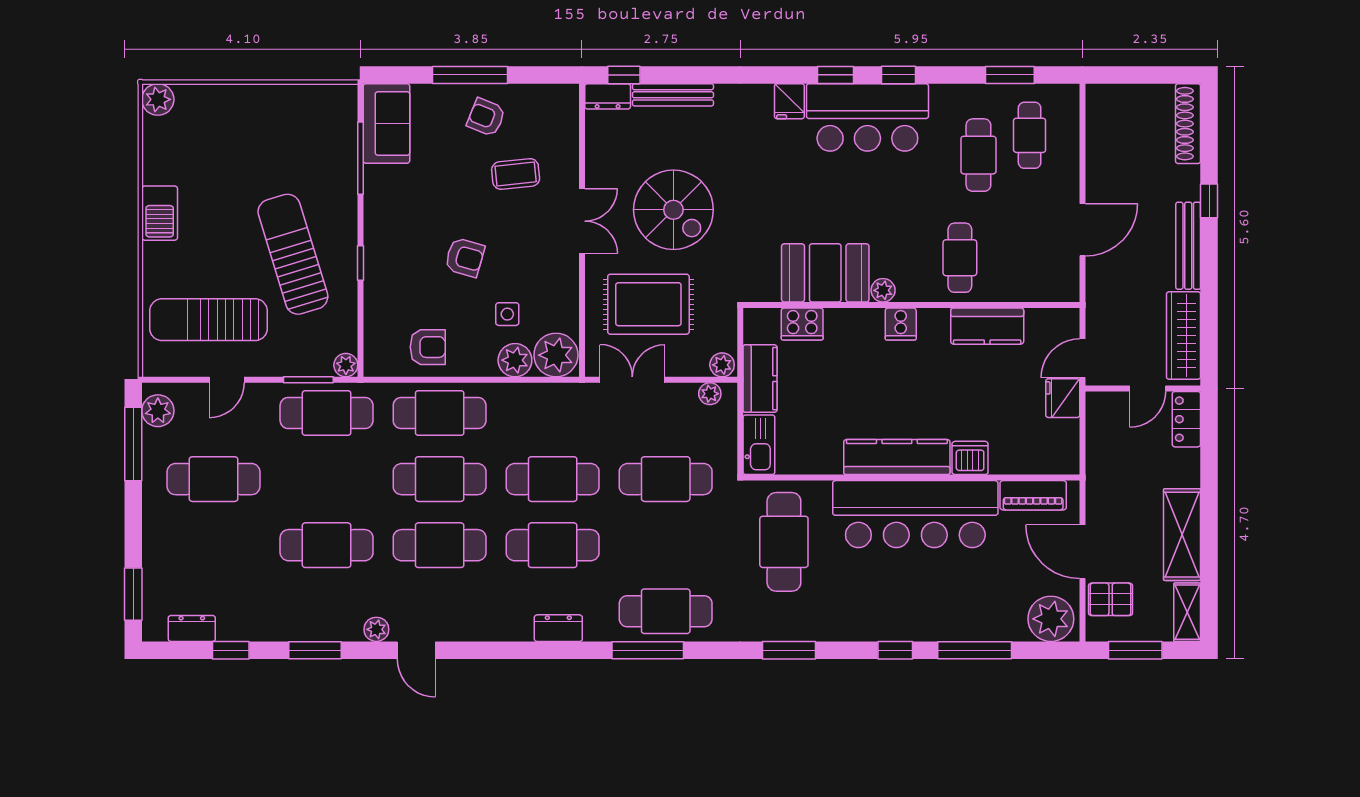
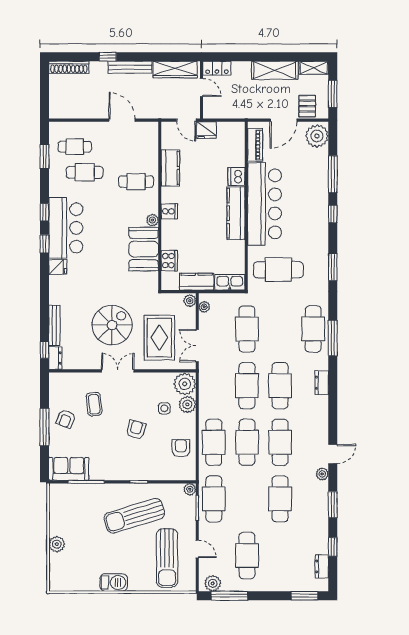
plant: (158, 99) -> (57, 544), moved

